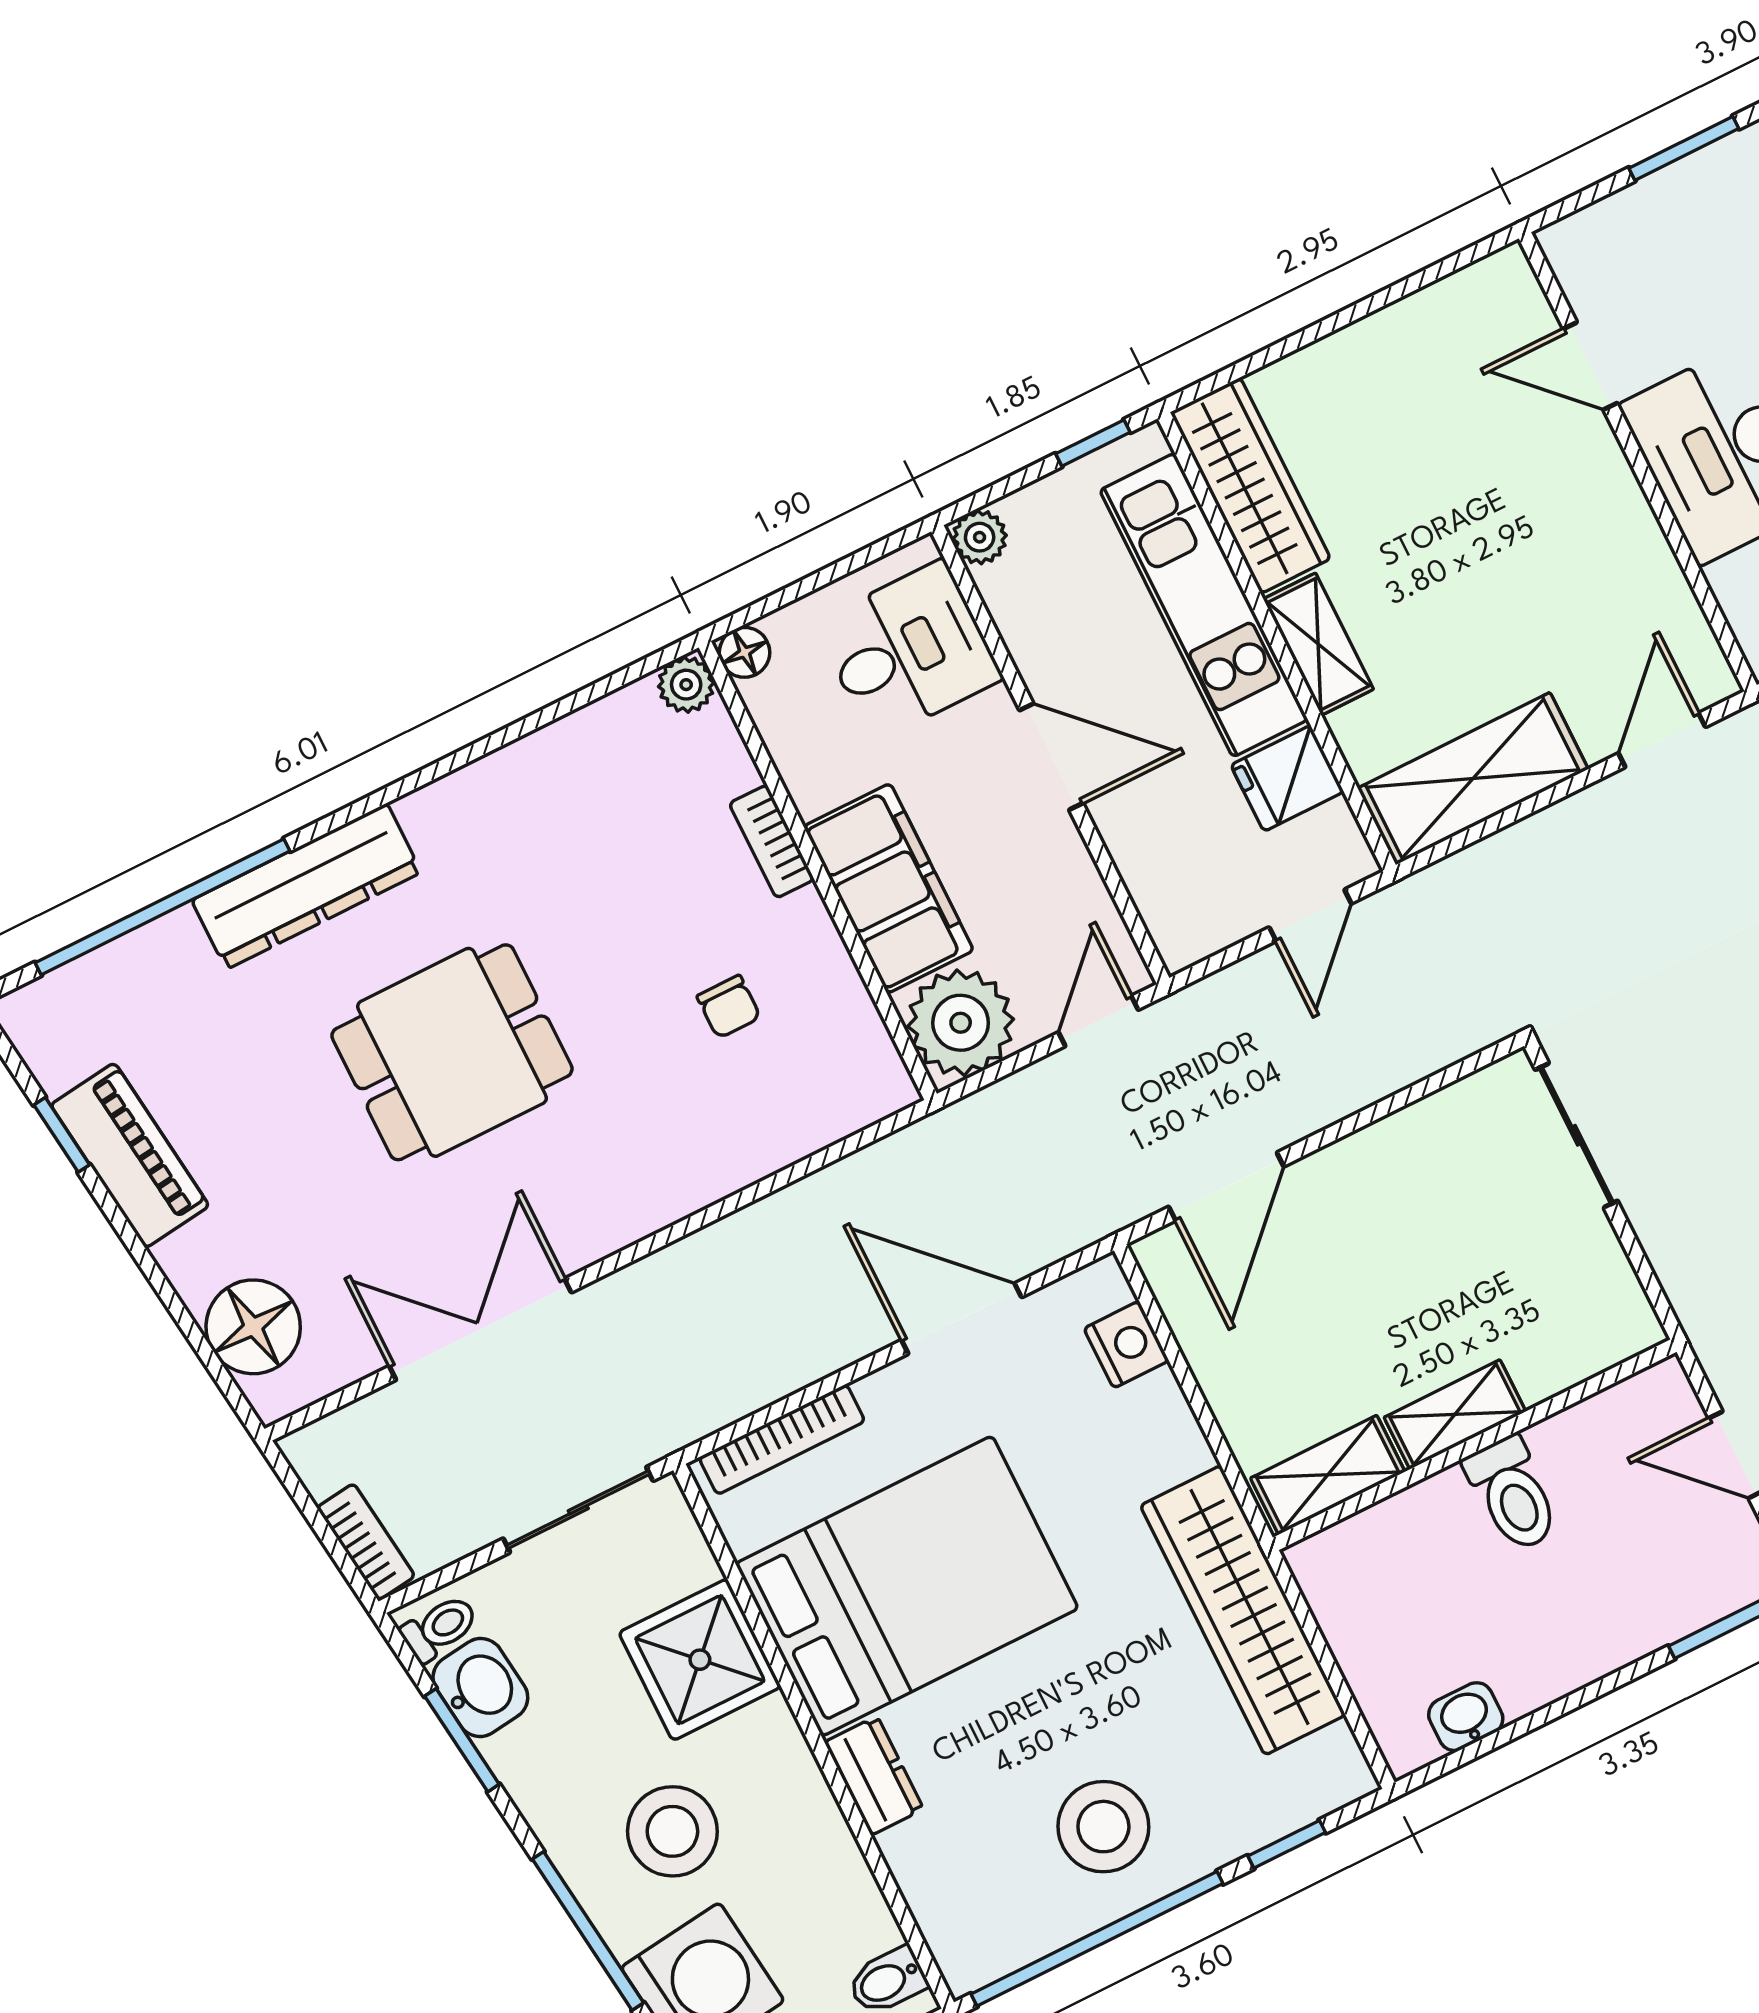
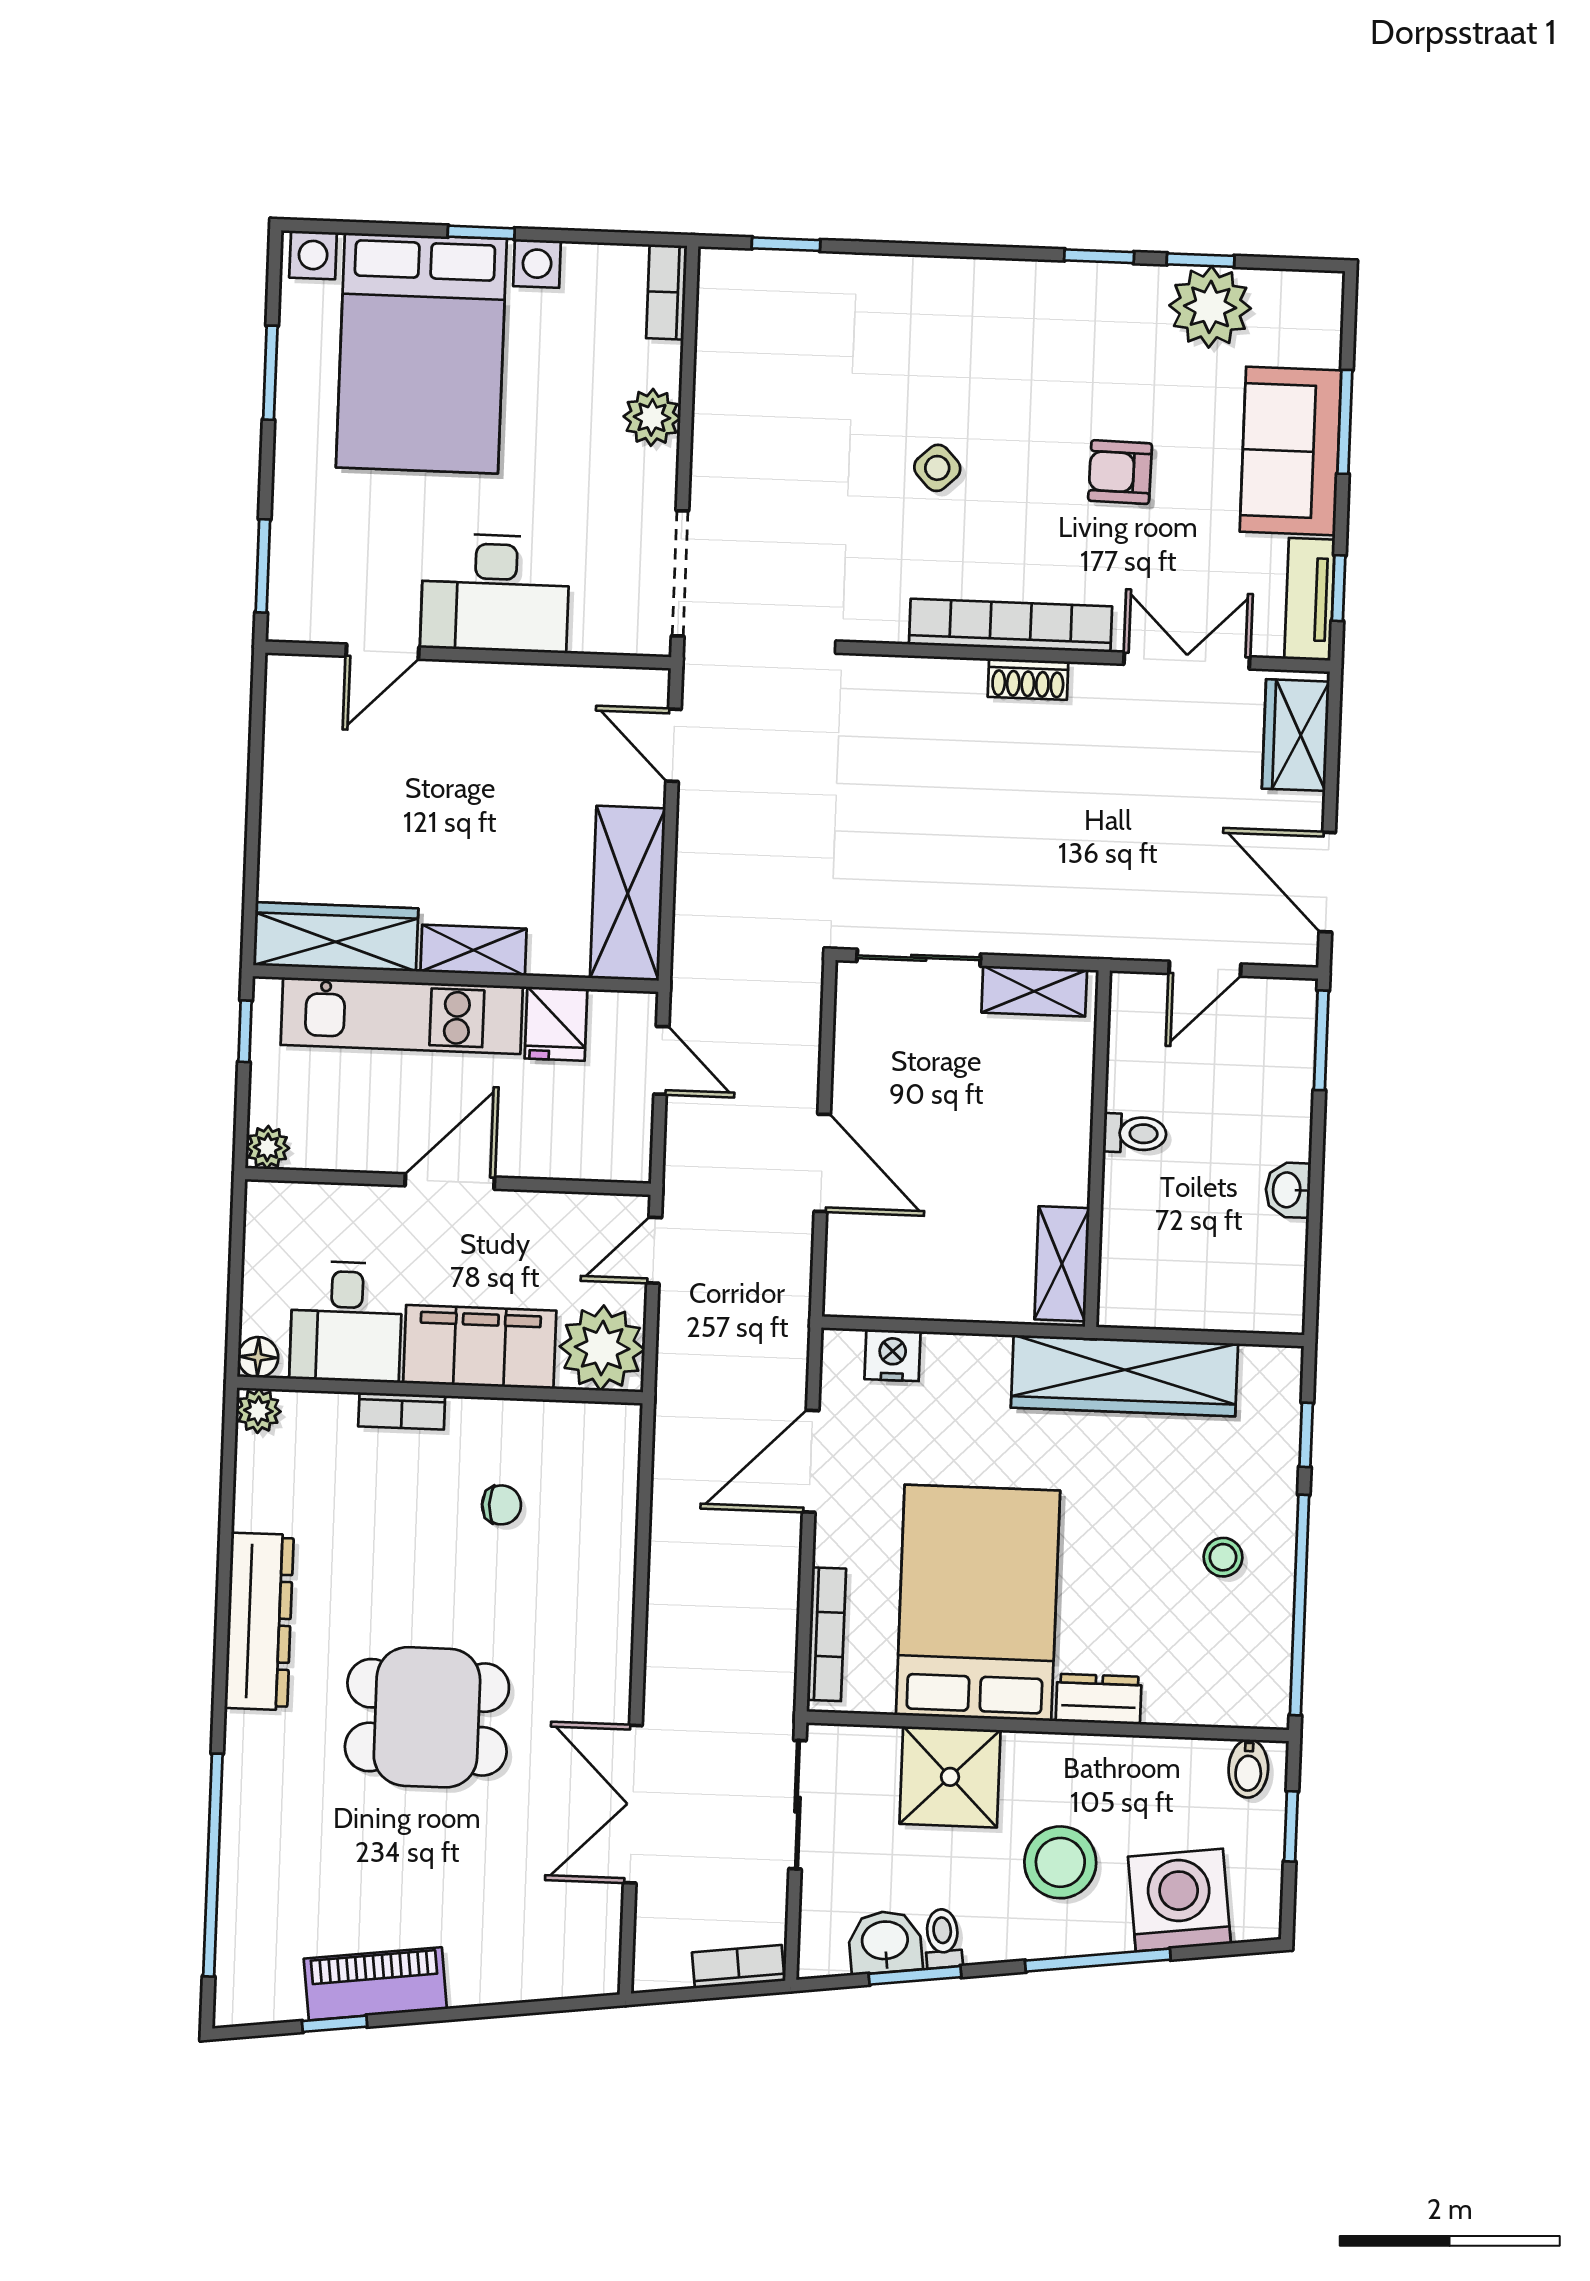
window: (1684, 148) -> (263, 566), moved
desk: (908, 651) -> (346, 1322), moved, turned 180
dresser: (306, 886) -> (259, 1621), moved
door: (1098, 1021) -> (654, 1250), hinge flipped
dining table: (452, 1052) -> (427, 1717), turned 90
door: (1226, 1187) -> (822, 1163), moved
floor lamp: (253, 1327) -> (544, 1963), removed
shelving: (1455, 1414) -> (1034, 991), moved, turned 90
toilet: (1513, 1494) -> (1135, 1133), width x0.73, depth x0.72
toilet: (439, 1628) -> (943, 1938), moved
washbasin: (1466, 1717) -> (1288, 1190), moved
stool: (1103, 1827) -> (1223, 1557), width x0.53, depth x0.53

